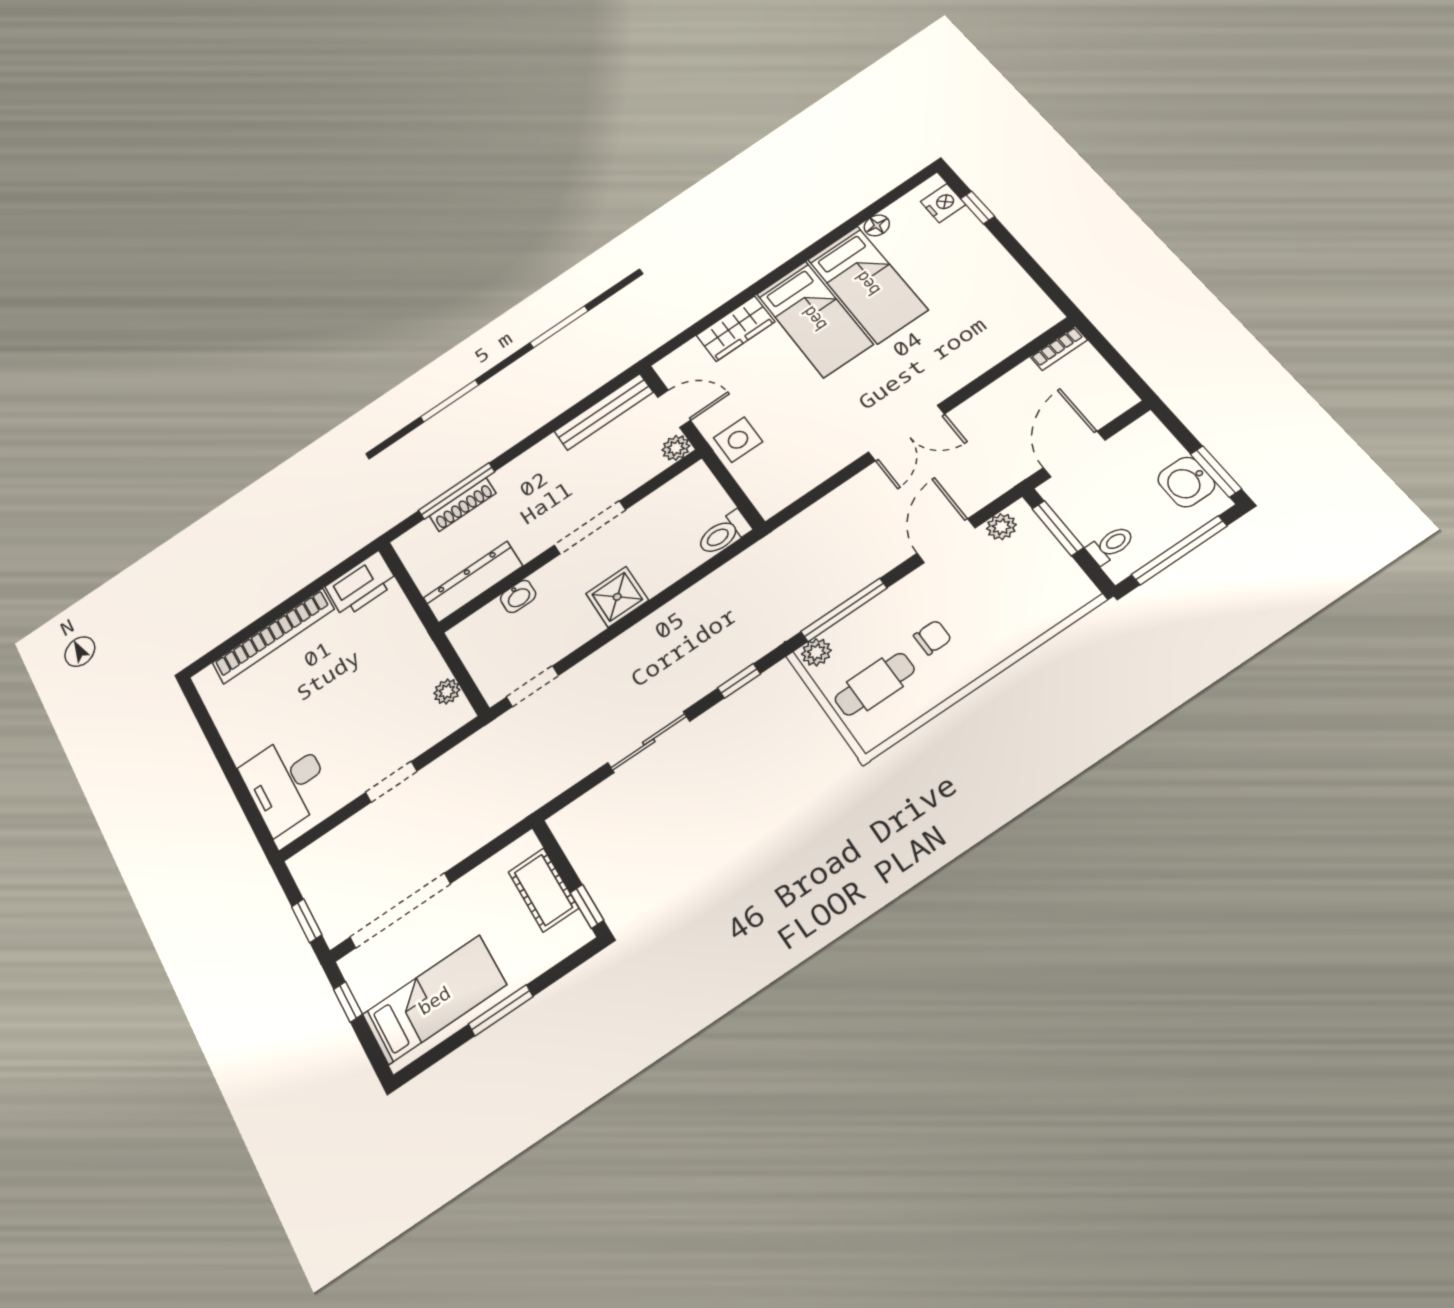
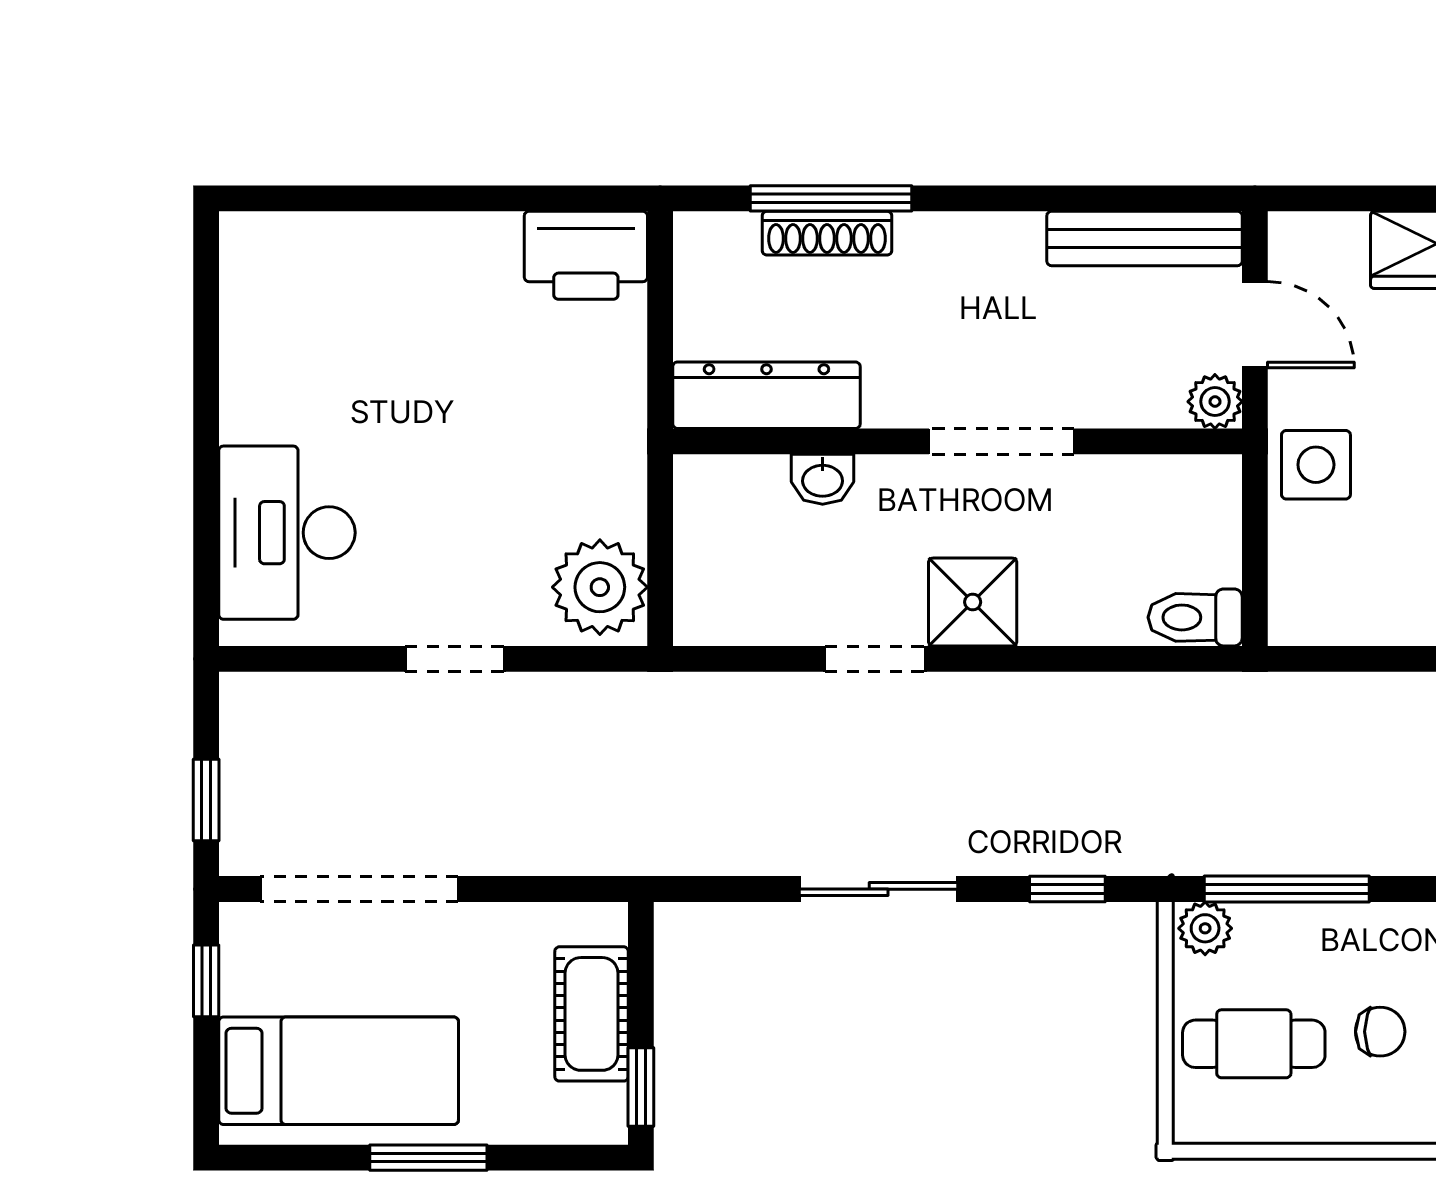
bookcase: (273, 636) -> (394, 240), removed
doorway: (532, 686) -> (875, 659), moved
plant: (447, 692) -> (600, 587), width x1.88, depth x1.88

